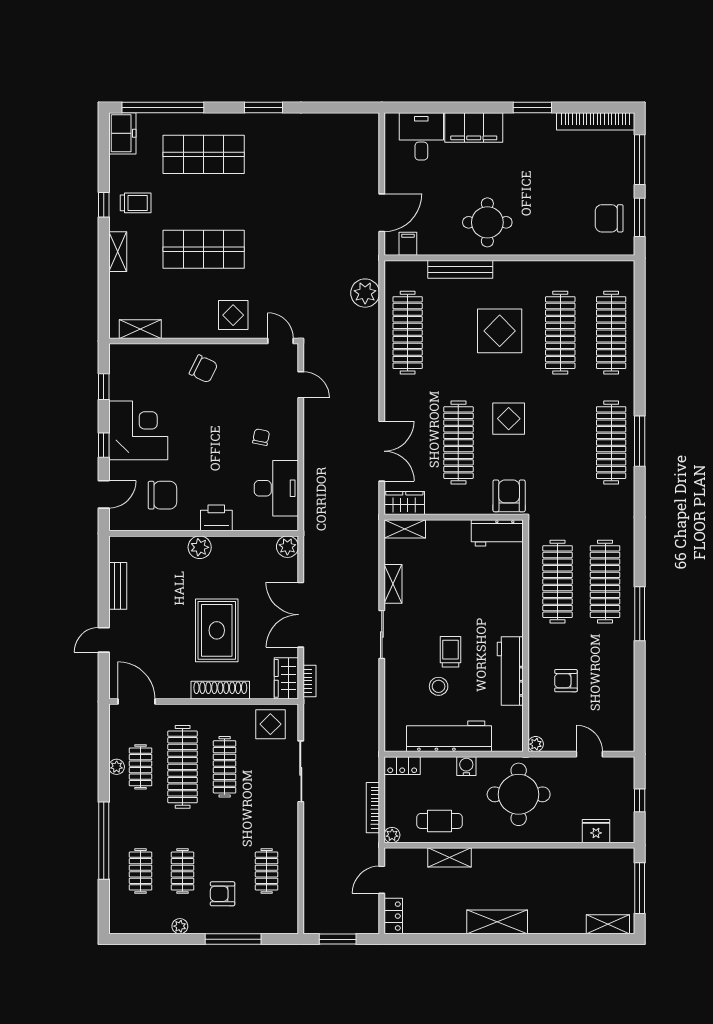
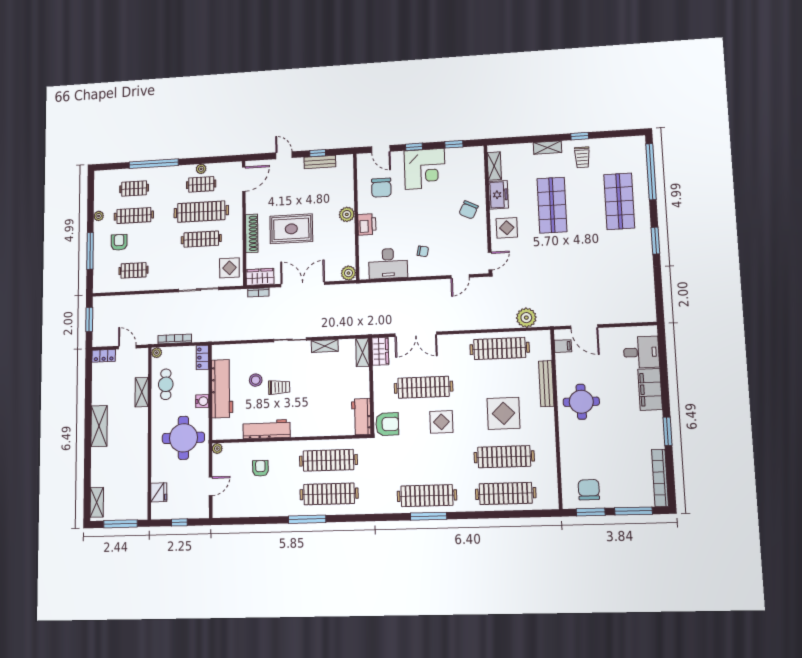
freezer: (122, 133) -> (498, 195), moved, turned -90
window: (104, 589) -> (318, 153), added
clothes rail: (183, 871) -> (134, 216), width x1.36

